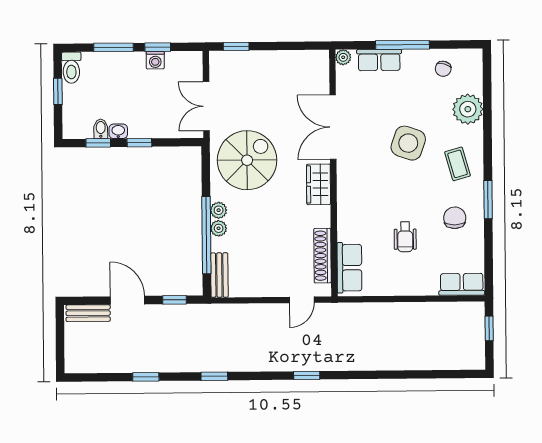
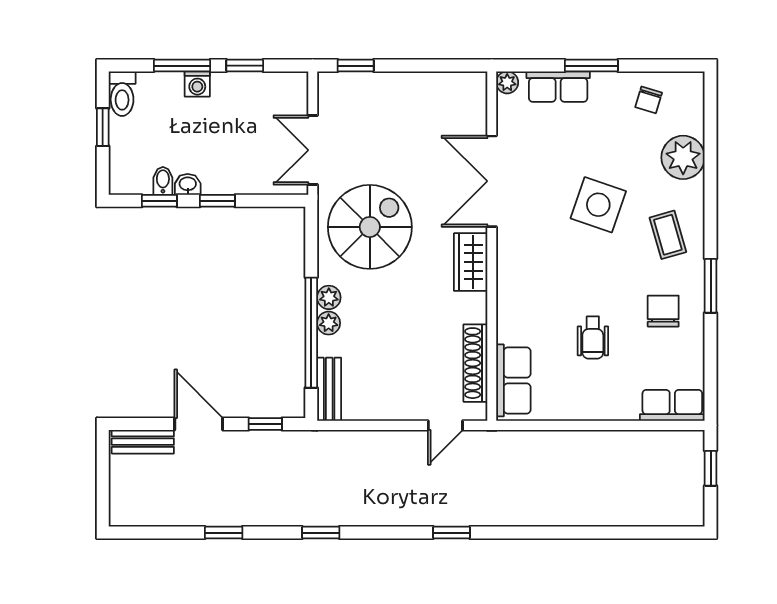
window: (402, 45) -> (591, 66), width x0.69
washing machine: (155, 60) -> (197, 84), moved

